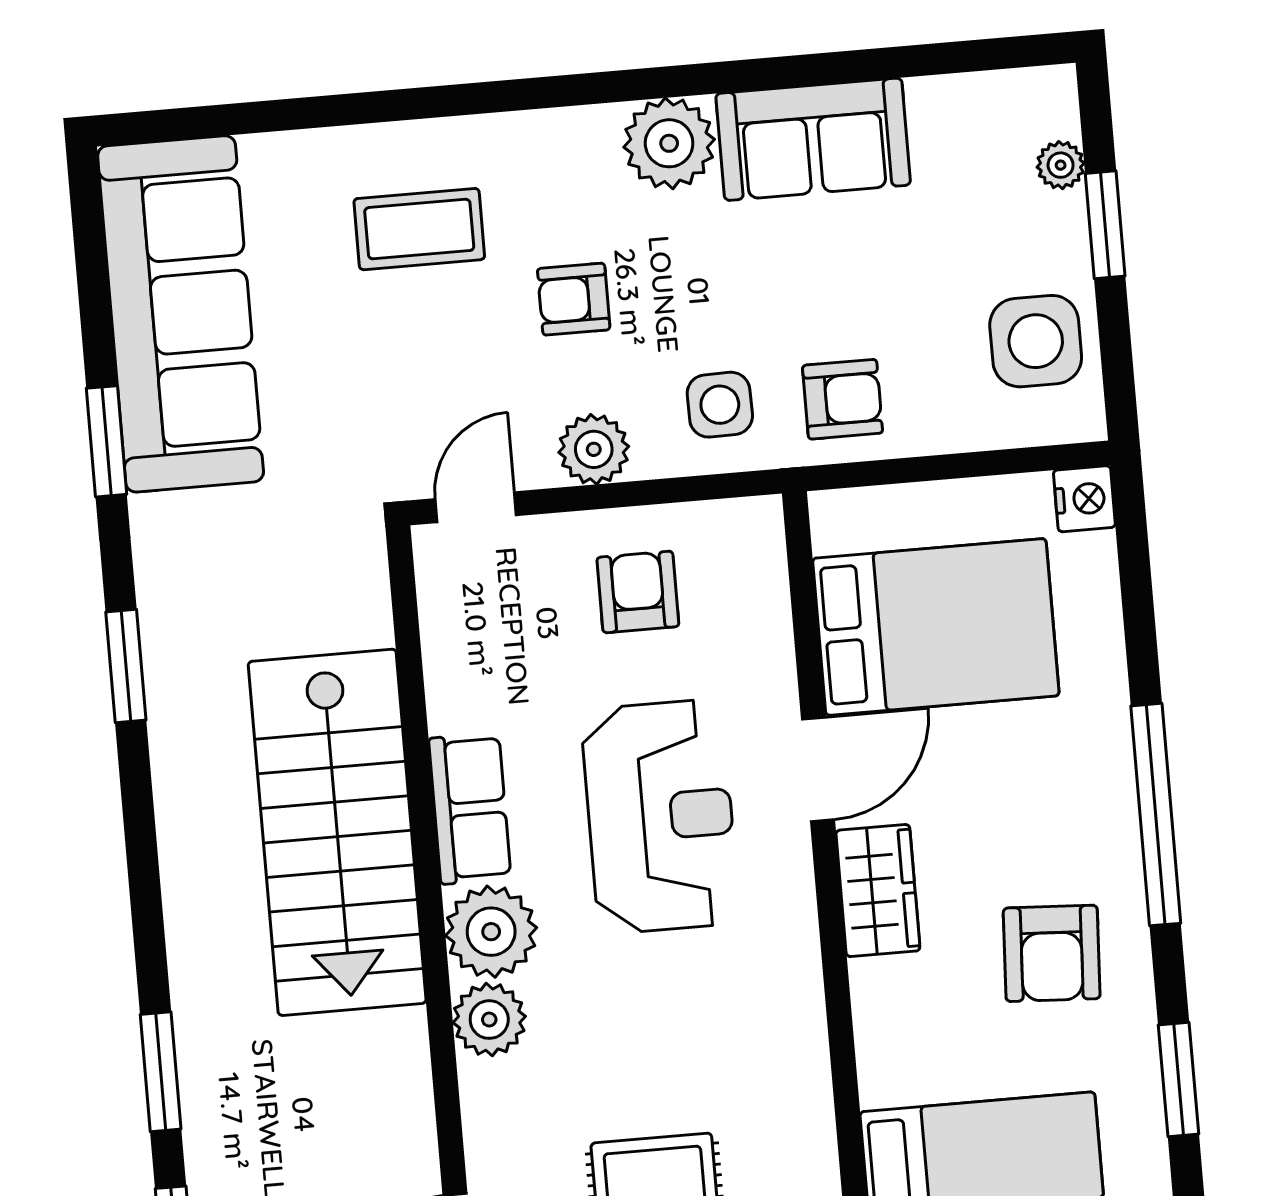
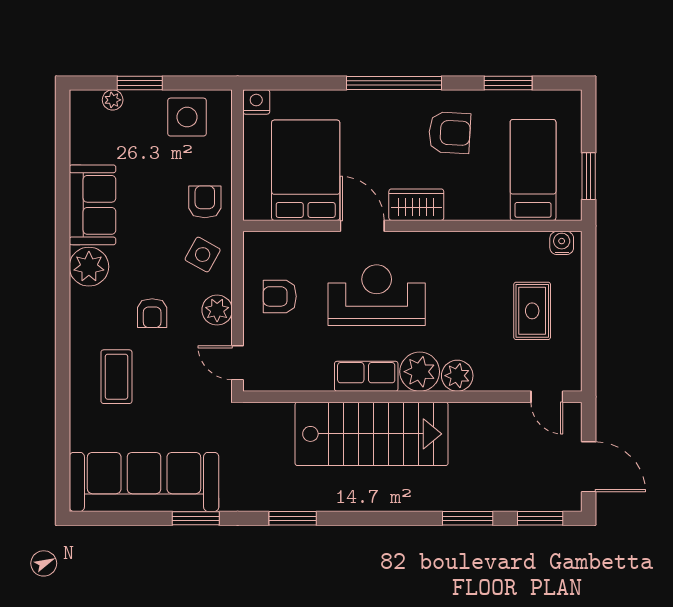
side table: (720, 405) -> (203, 255), turned 30

